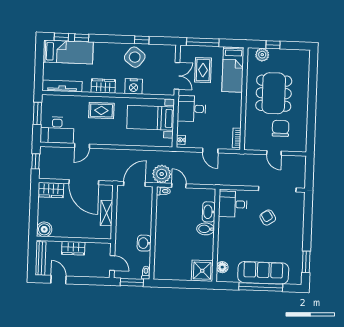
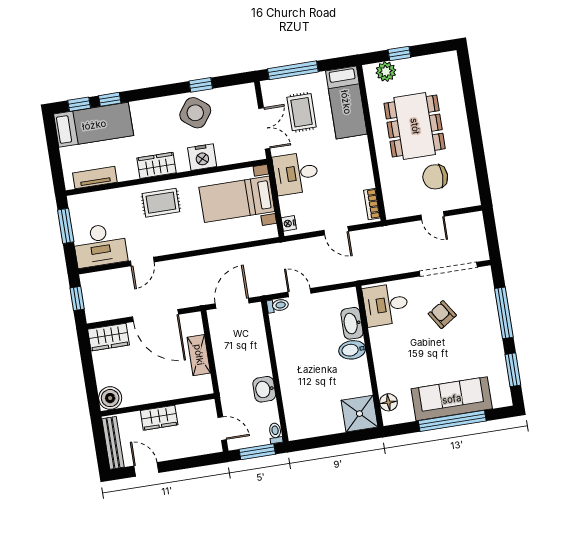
tv unit: (62, 86) -> (95, 178), width x0.71
chair: (281, 128) -> (435, 177), turned -90
plant: (162, 174) -> (270, 280), removed
window: (307, 224) -> (504, 313), added

